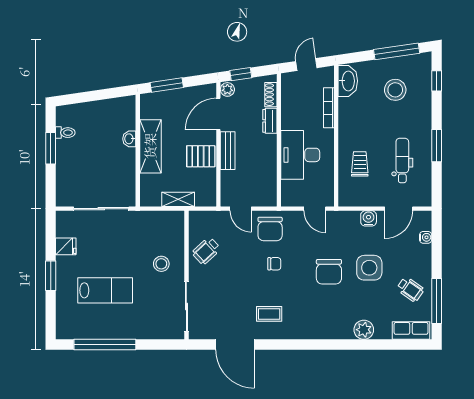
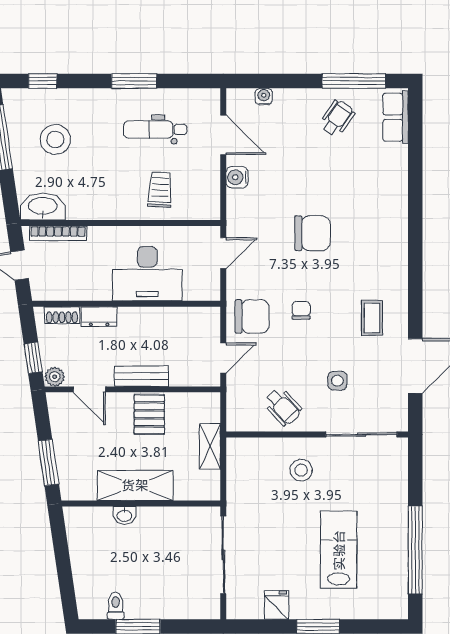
bookcase: (329, 108) -> (58, 233), moved
door: (218, 114) -> (89, 389), width x0.73
trolley: (360, 164) -> (160, 190), turned 93
side table: (369, 268) -> (337, 381), moved, width x0.54, depth x0.54
plant: (364, 330) -> (394, 184), removed

